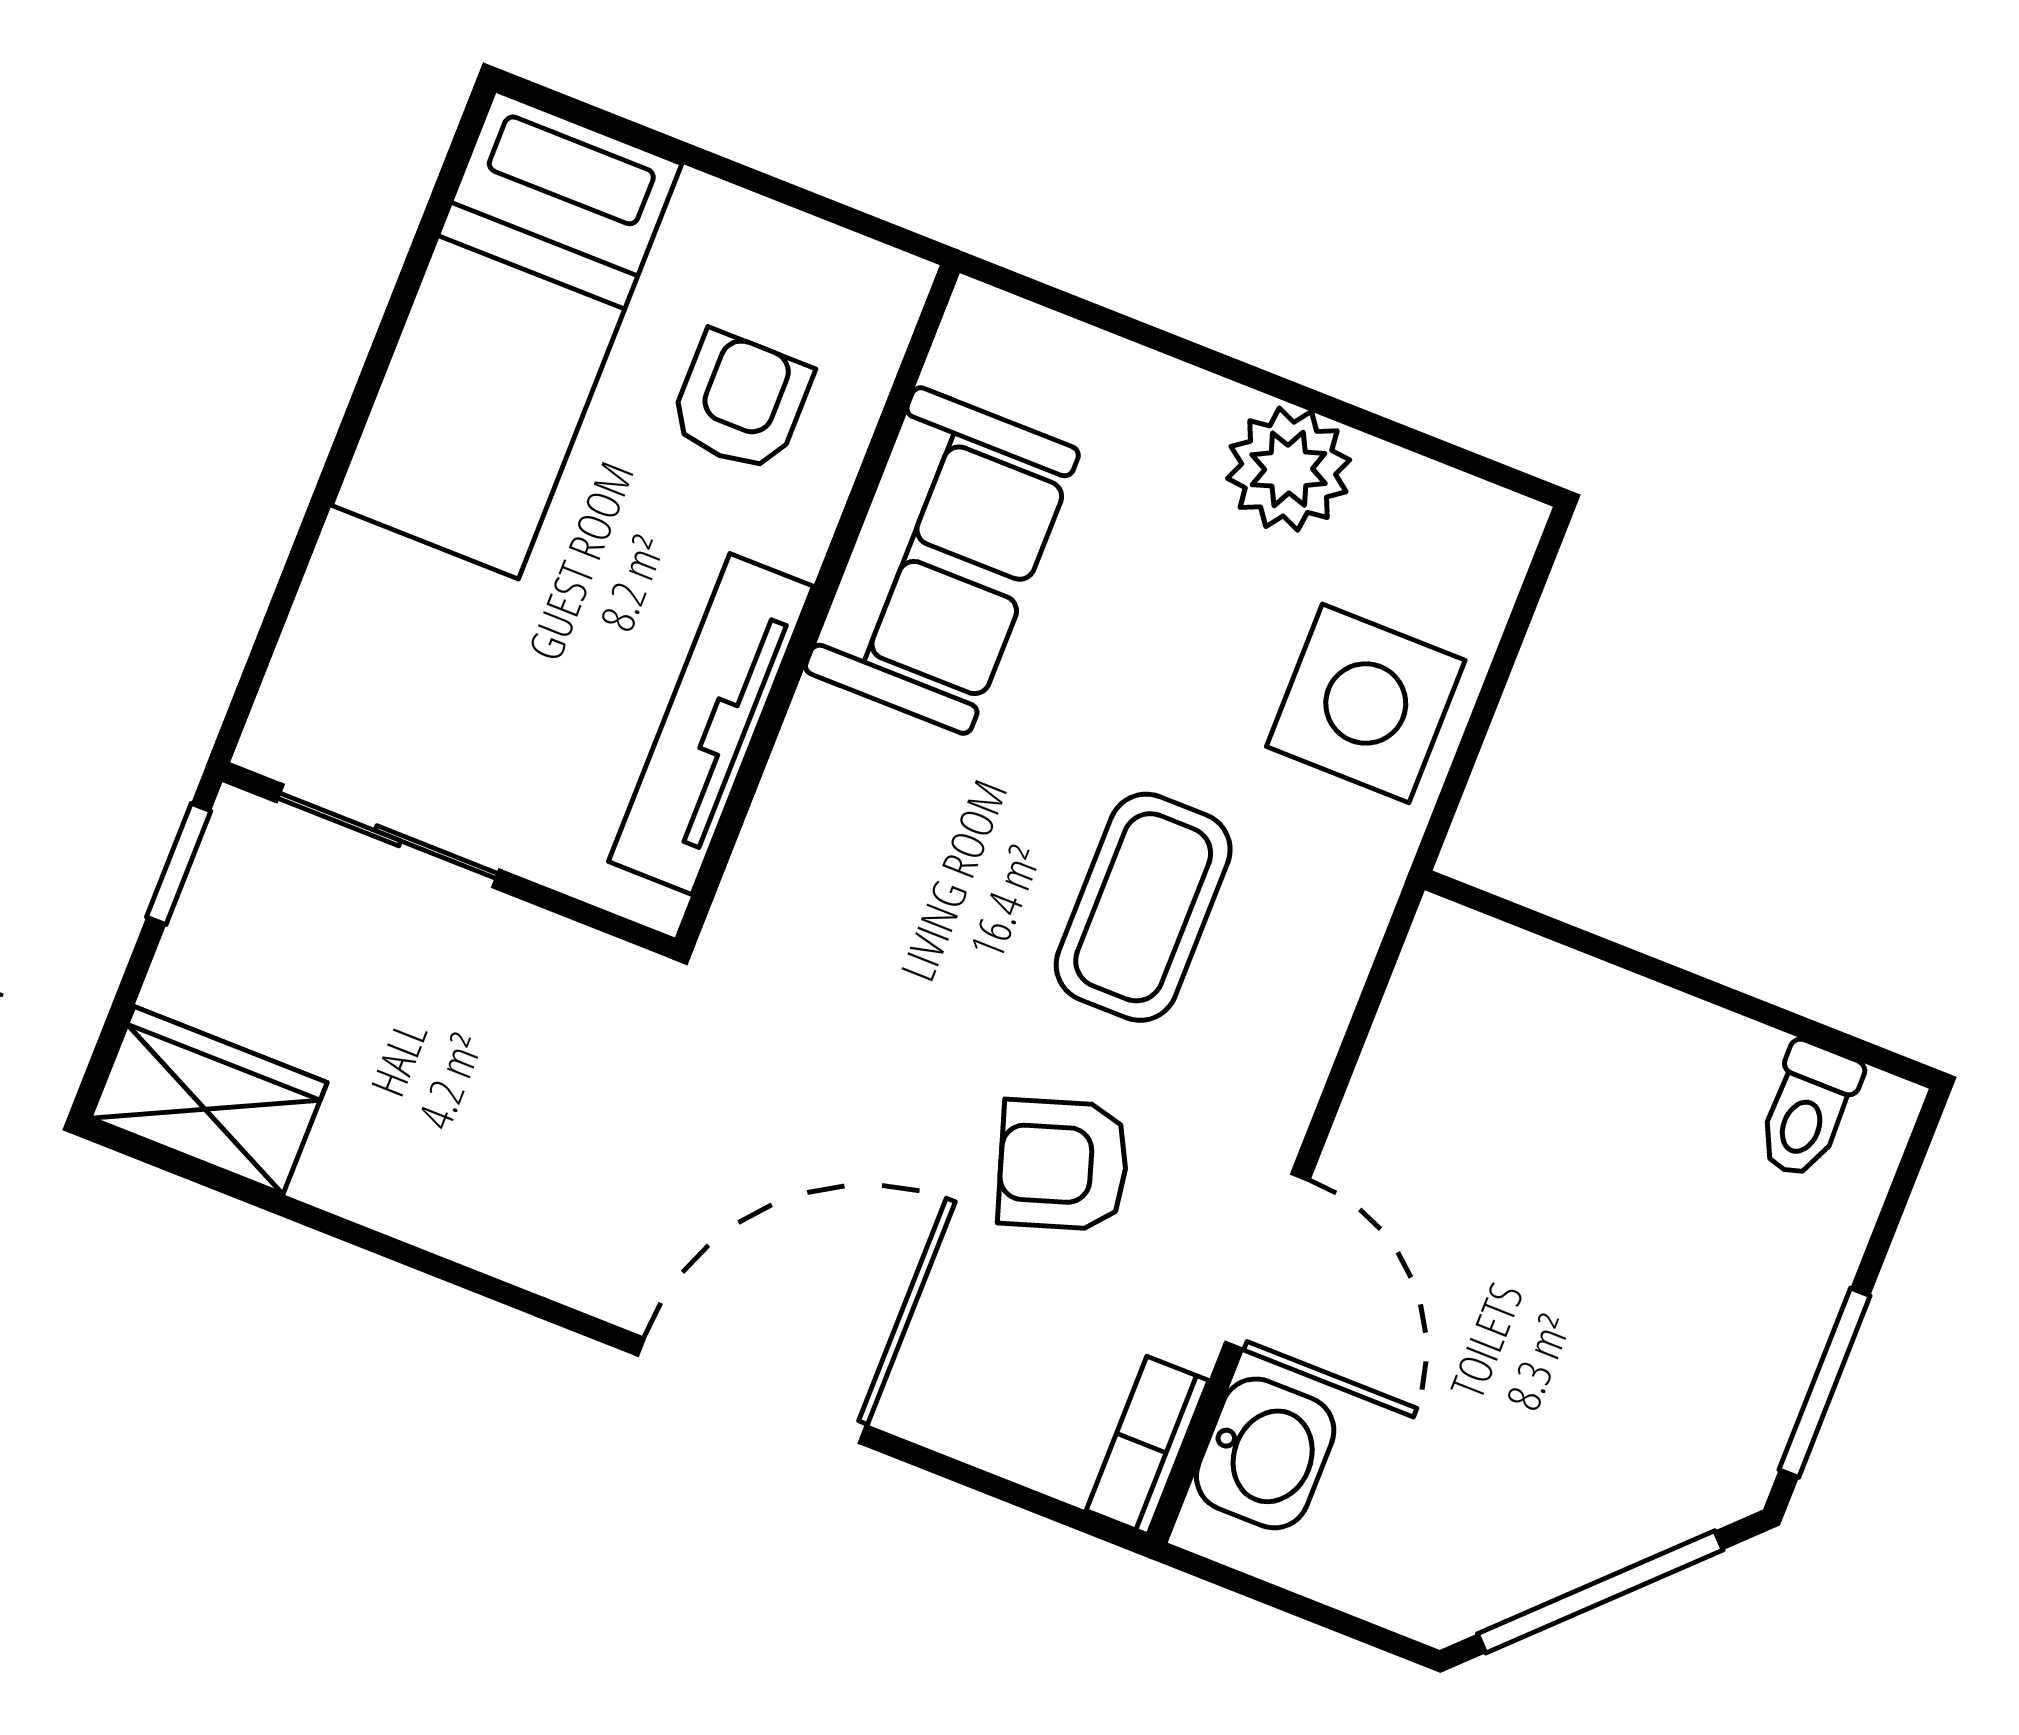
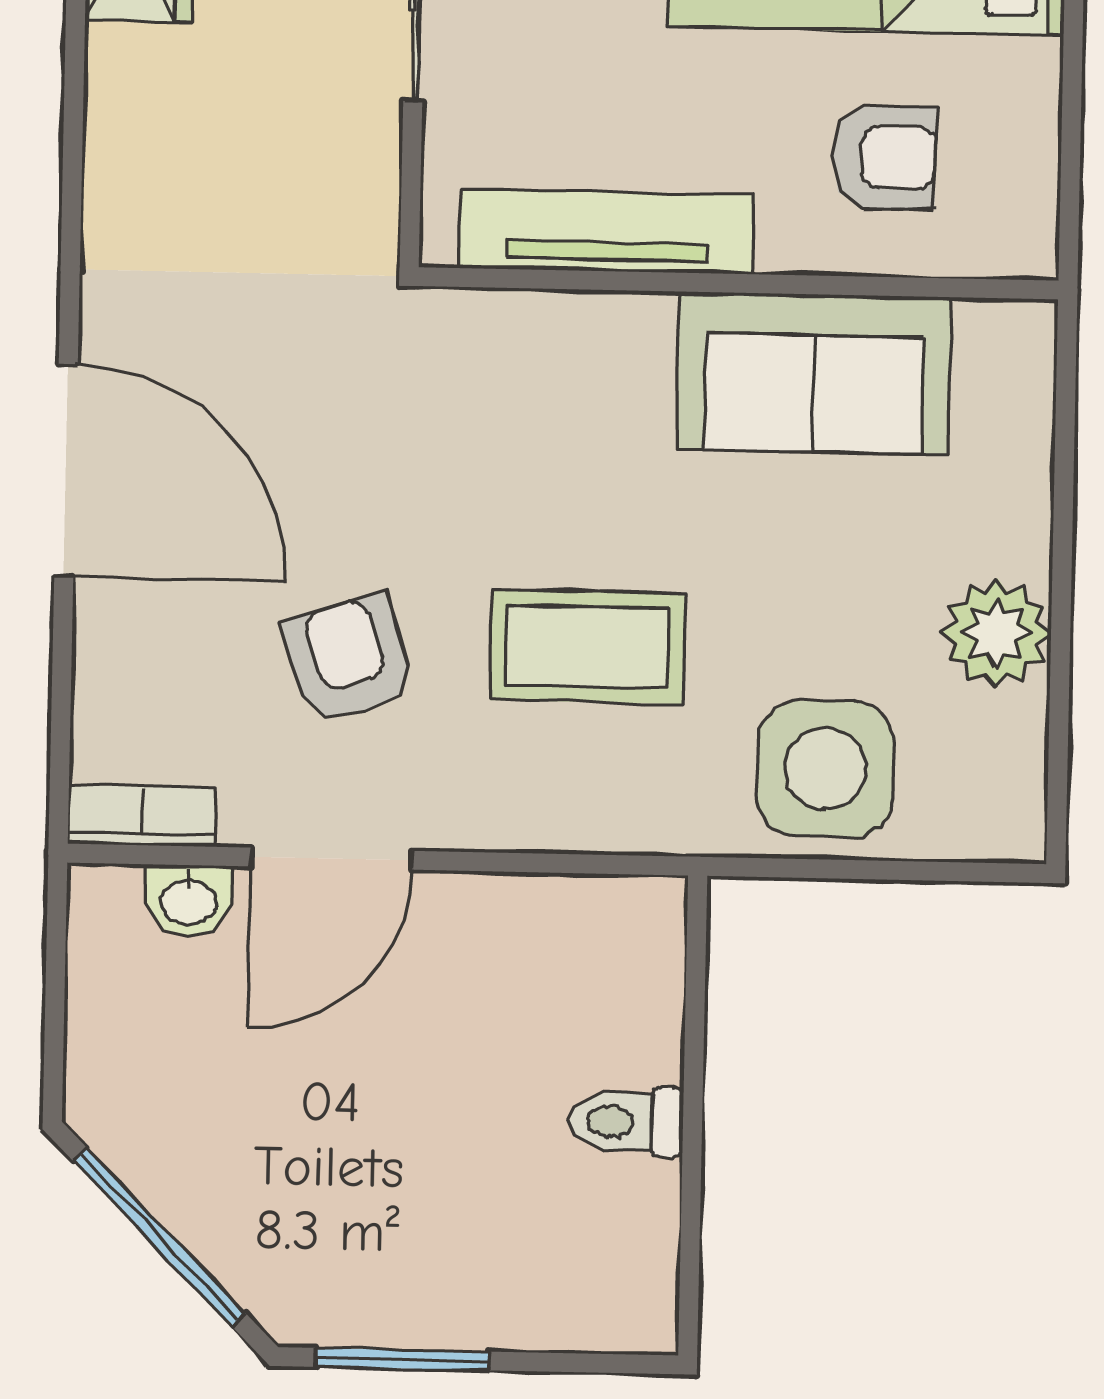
toilet: (1808, 1110) -> (626, 1122), moved
washbasin: (1265, 1453) -> (188, 901), width x0.72, depth x0.69

